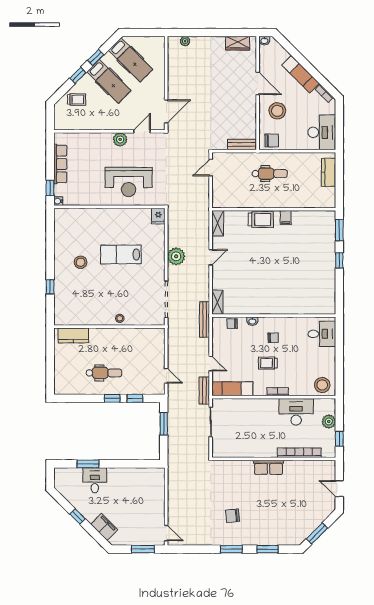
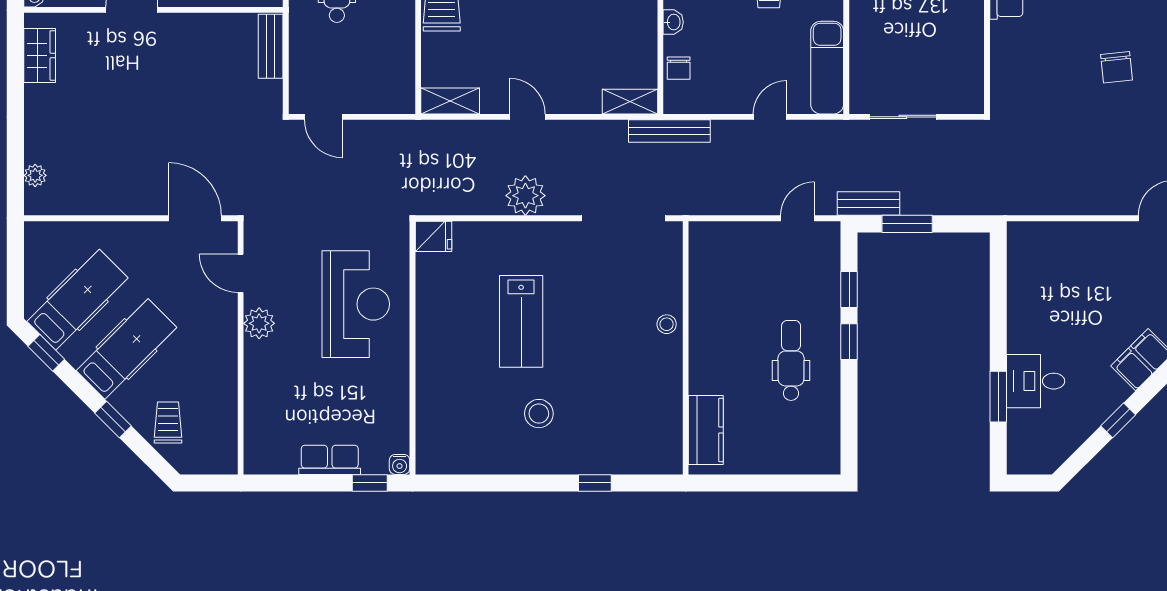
window: (96, 58) -> (46, 353), moved
row of seats: (60, 164) -> (330, 460), width x0.68
bench: (204, 391) -> (868, 204), moved

